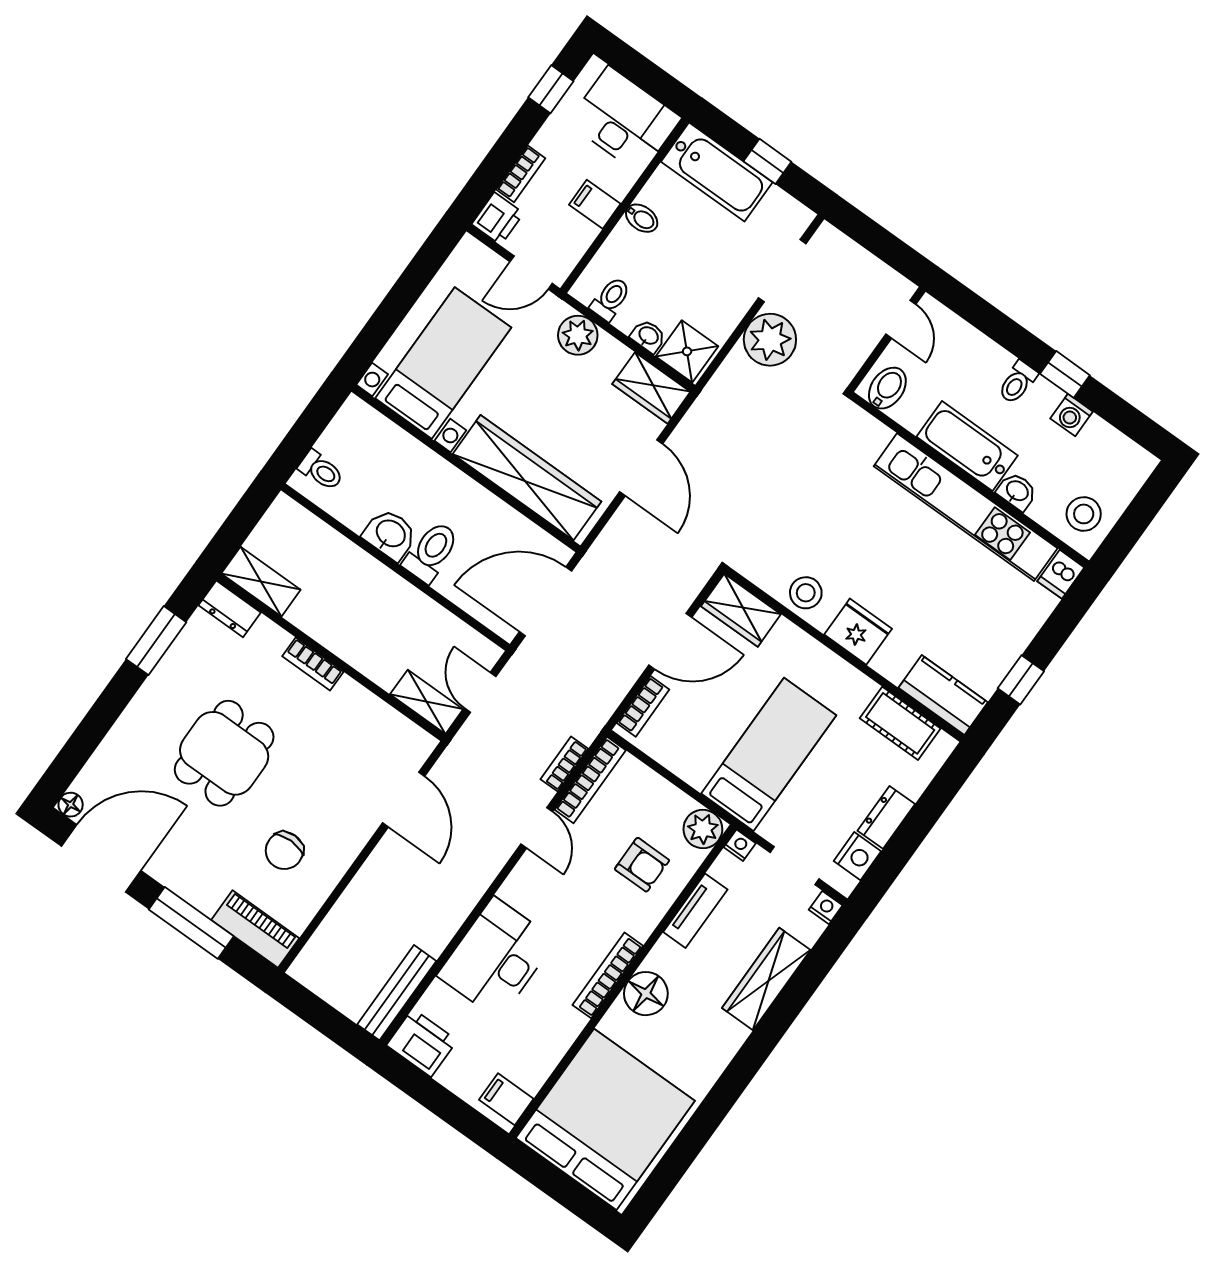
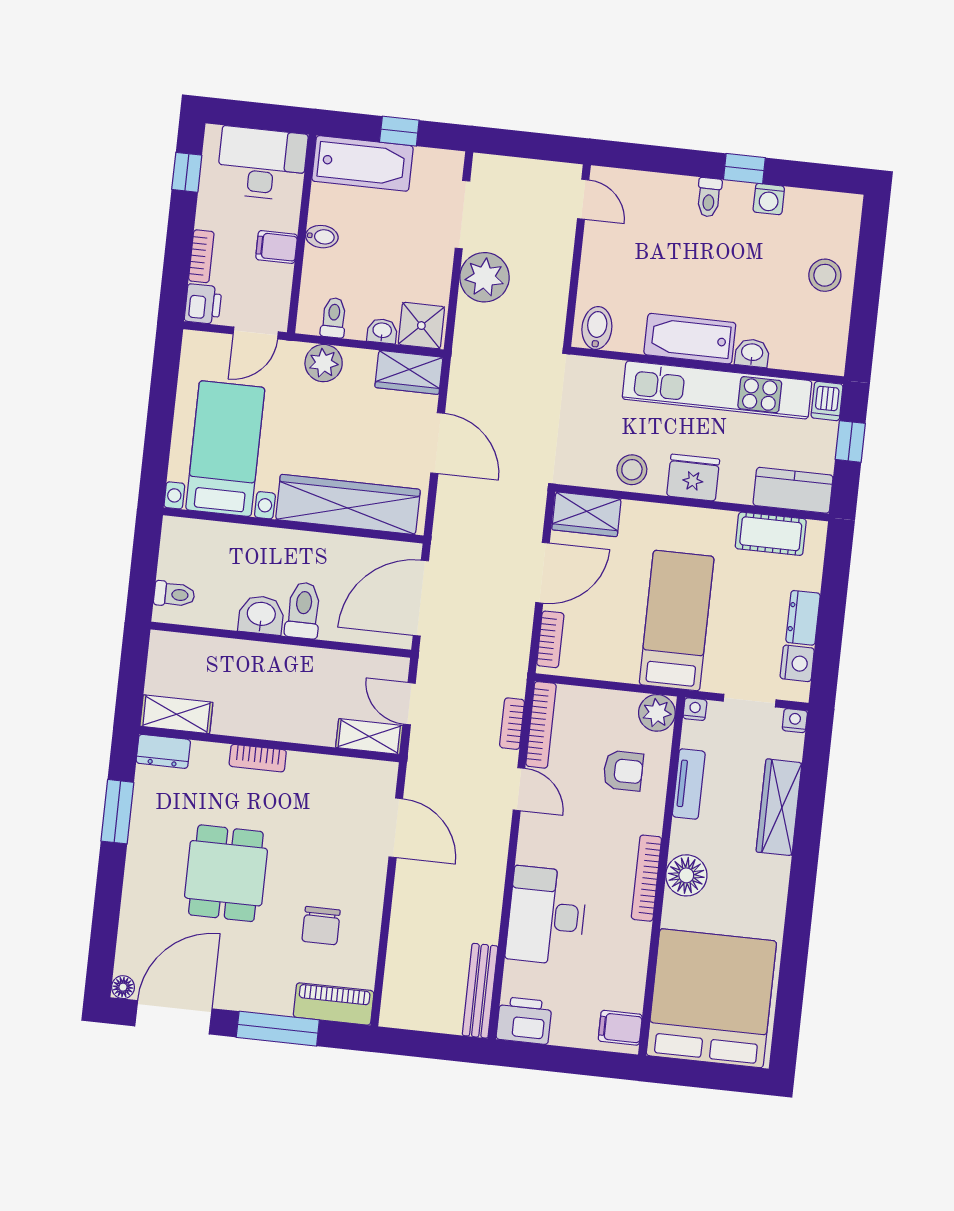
bidet: (887, 388) -> (597, 328), moved
bathtub: (967, 446) -> (690, 339), moved
wall: (969, 480) -> (707, 365), moved
washbasin: (1017, 491) -> (752, 353), moved
kitchen unit: (966, 507) -> (717, 390), moved
dishwasher: (1061, 574) -> (827, 401), moved

